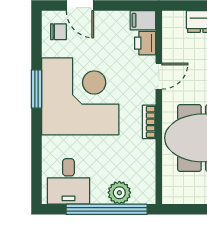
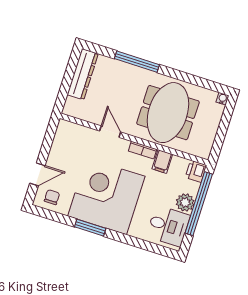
filing cabinet: (143, 20) -> (162, 162), moved
printer: (145, 43) -> (196, 171), moved, turned 90
plant: (119, 193) -> (185, 202), moved

